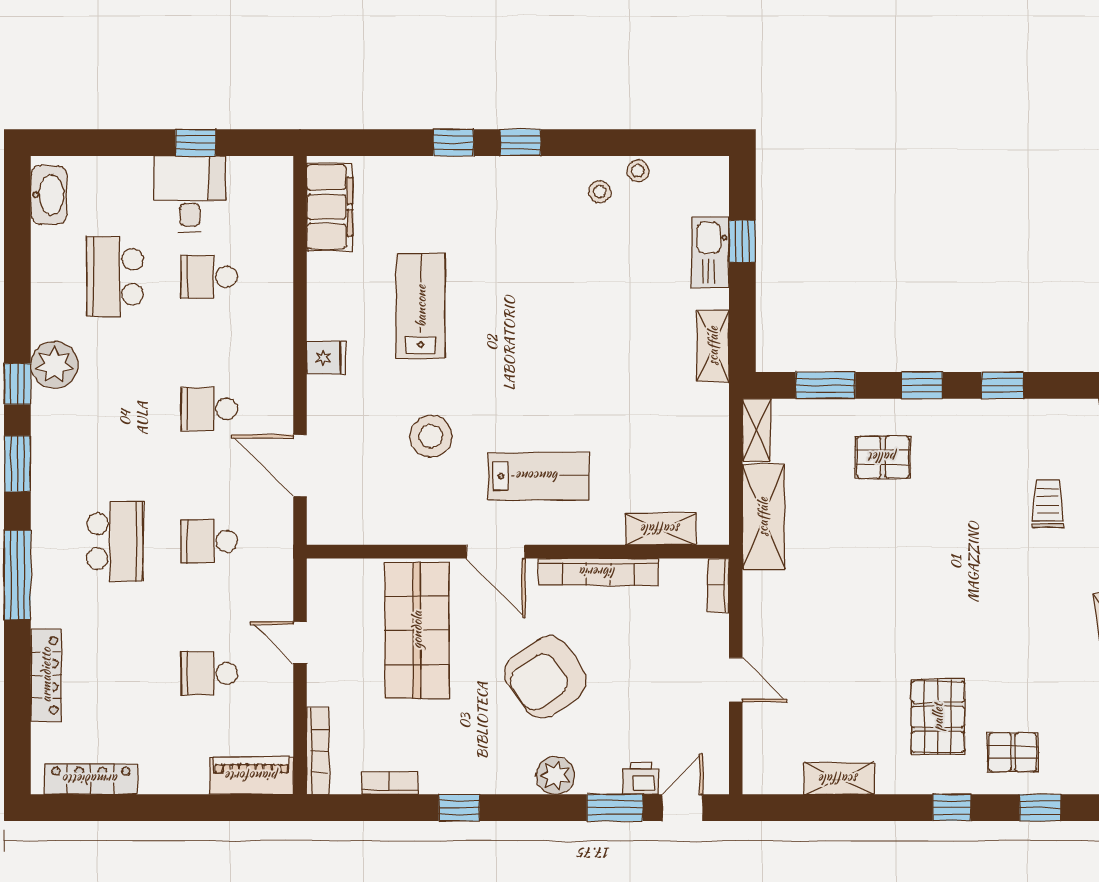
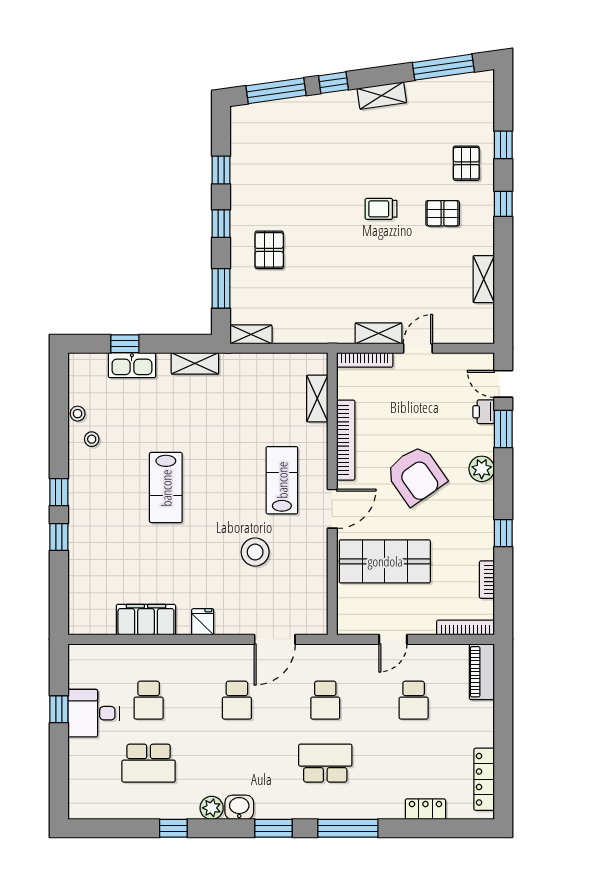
washbasin: (49, 195) -> (239, 807), moved, width x0.72
filing cabinet: (330, 207) -> (146, 620), moved
lab bench: (421, 306) -> (166, 488), moved, turned -90
plant: (54, 365) -> (212, 808), width x0.73, depth x0.73
window: (17, 384) -> (173, 828), moved
trolley: (1048, 504) -> (381, 209), moved
shelving: (763, 517) -> (379, 333), moved, width x0.67, depth x0.75
bookcase: (718, 585) -> (365, 360), width x1.56
locker: (46, 675) -> (425, 809), width x0.66
pallet: (938, 717) -> (443, 213), width x0.67, depth x0.71

